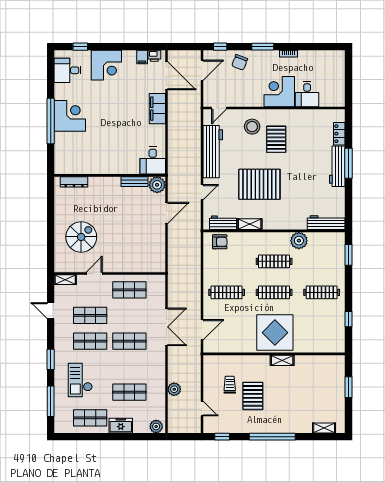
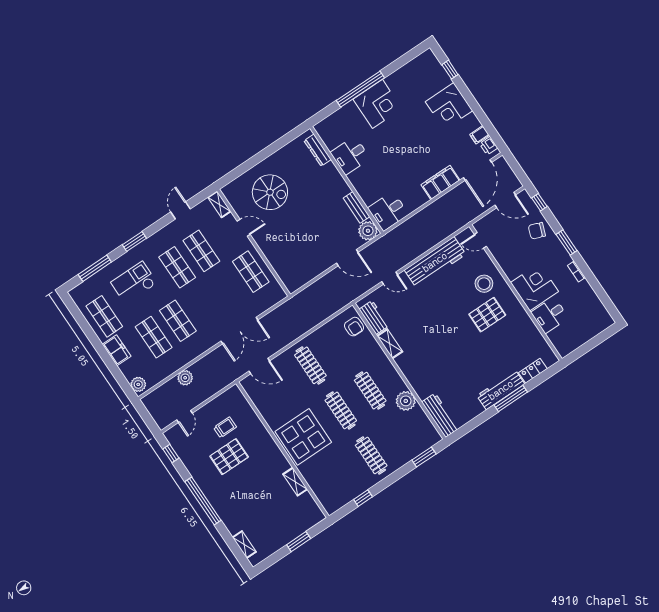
desk: (68, 70) -> (350, 156), moved, turned -90
pallet: (259, 184) -> (434, 327), removed
shop shelf: (129, 341) -> (178, 321), moved
shelving: (282, 360) -> (295, 482), moved

